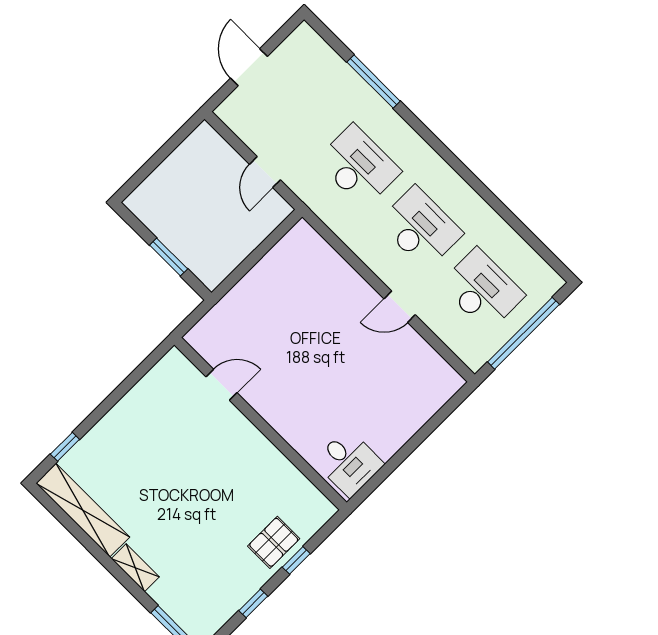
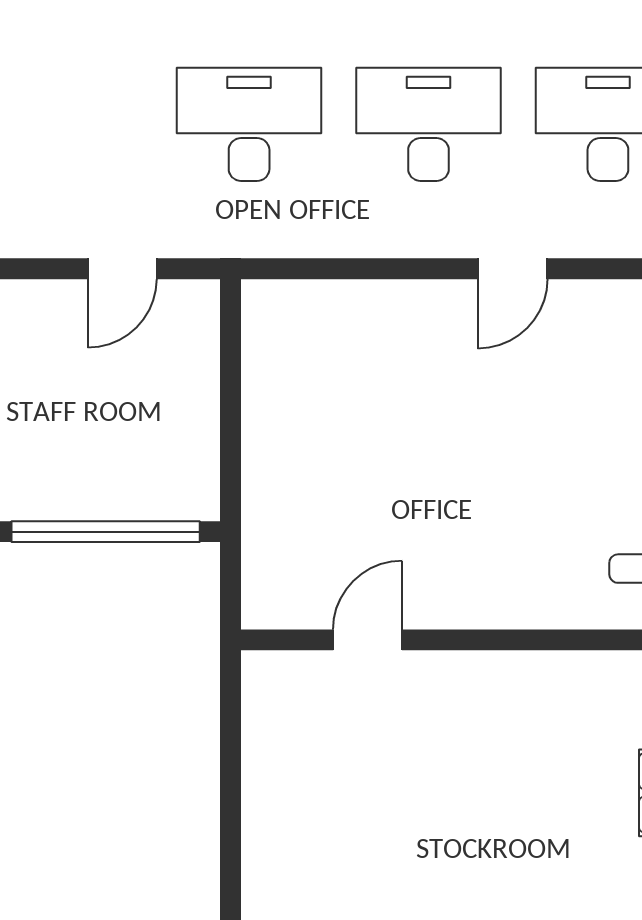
door: (265, 172) -> (122, 269), hinge flipped
window: (169, 257) -> (106, 532), width x2.11

